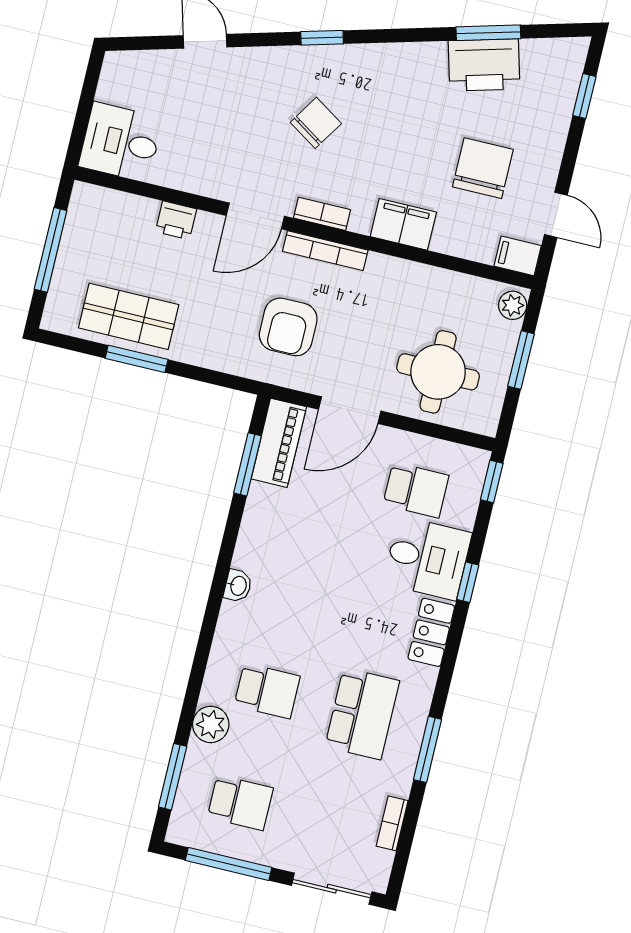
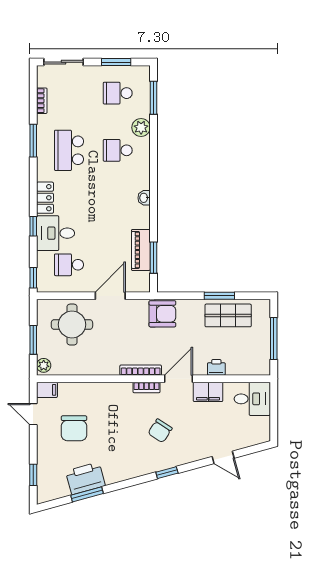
filing cabinet: (403, 224) -> (208, 392), moved
armchair: (288, 327) -> (162, 314), moved, turned 90
piano: (279, 443) -> (141, 250), moved
window: (229, 864) -> (116, 62), width x0.69

